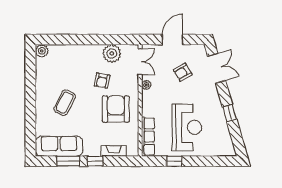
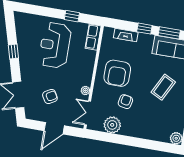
row of seats: (148, 137) -> (93, 37), width x0.68

